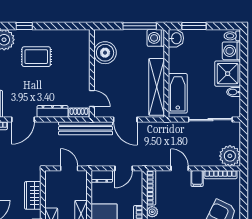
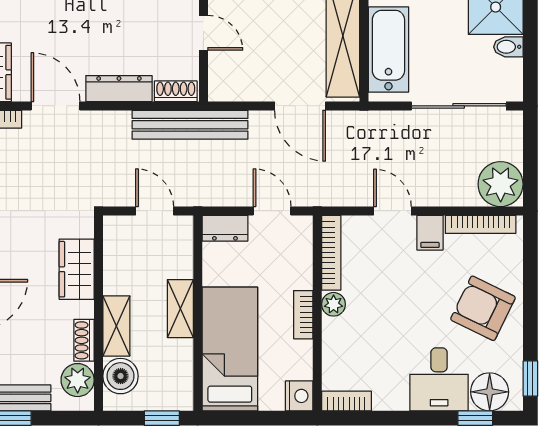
door: (92, 99) -> (203, 33), moved
door: (23, 120) -> (55, 106), swing flipped
door: (125, 120) -> (300, 106), moved
door: (124, 168) -> (272, 211), swing flipped

